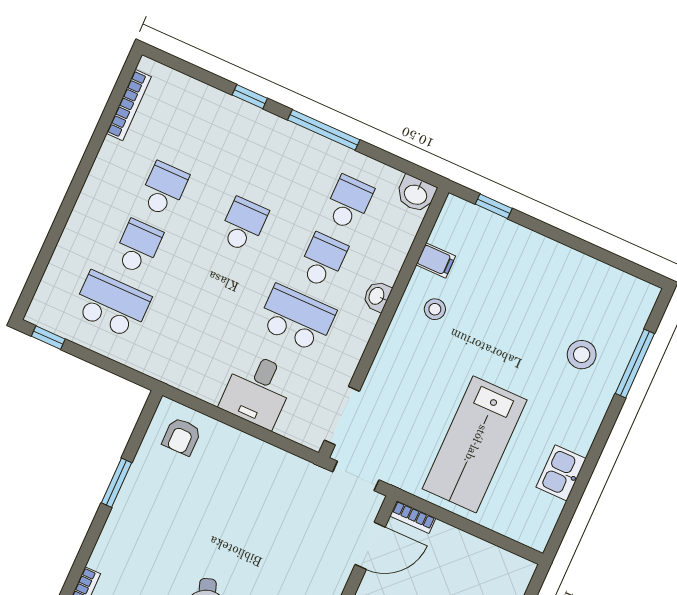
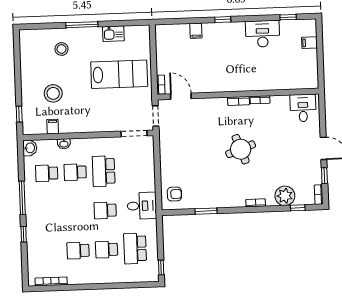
school desk: (243, 225) -> (105, 210), moved
washbasin: (377, 296) -> (64, 144), moved
stool: (435, 309) -> (53, 93), moved, width x1.89, depth x1.89
window: (635, 364) -> (82, 25), moved
desk: (257, 390) -> (142, 206), moved

